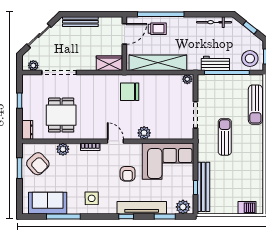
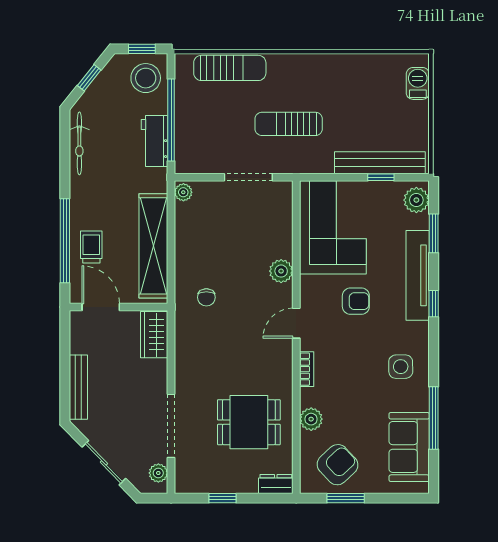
chair: (130, 92) -> (206, 297), width x0.54, depth x0.54

